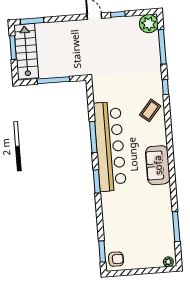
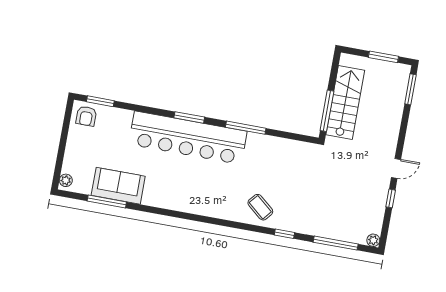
plant: (149, 24) -> (373, 240), width x0.53, depth x0.53
stairs: (26, 51) -> (345, 102), moved, turned -90
window: (53, 80) -> (327, 111), moved
bar counter: (110, 146) -> (188, 138), moved
sofa: (158, 165) -> (118, 186), moved

